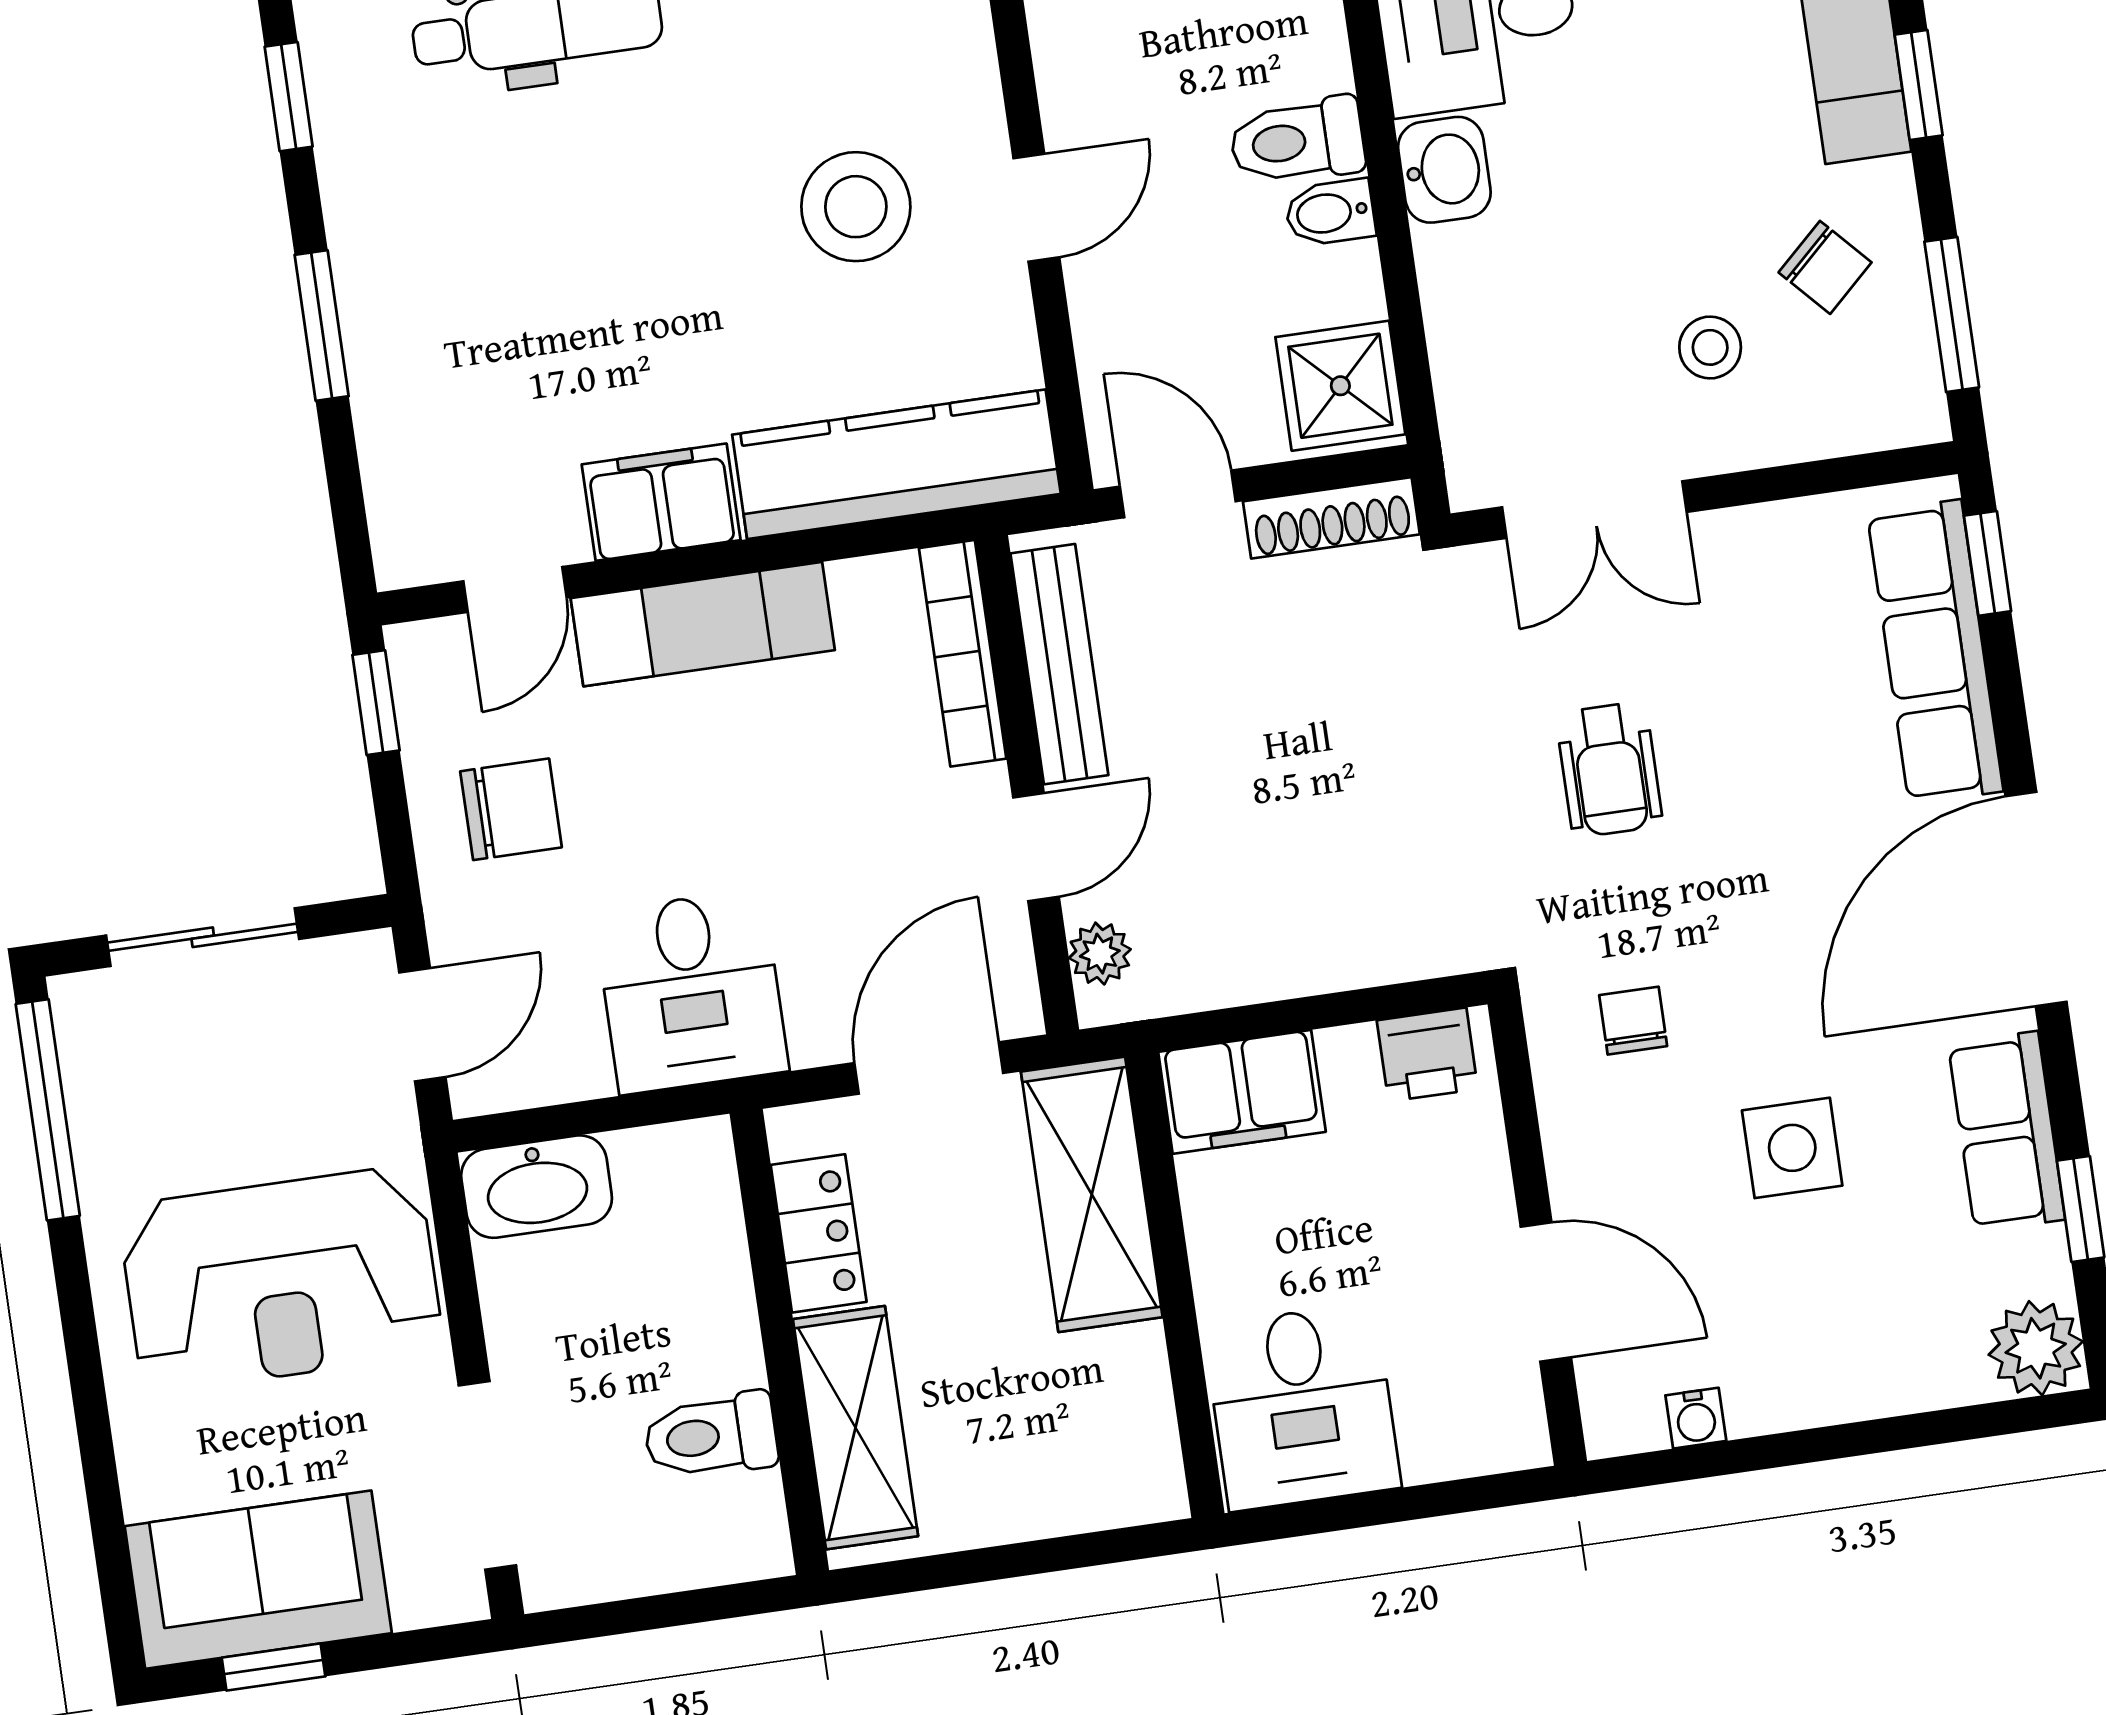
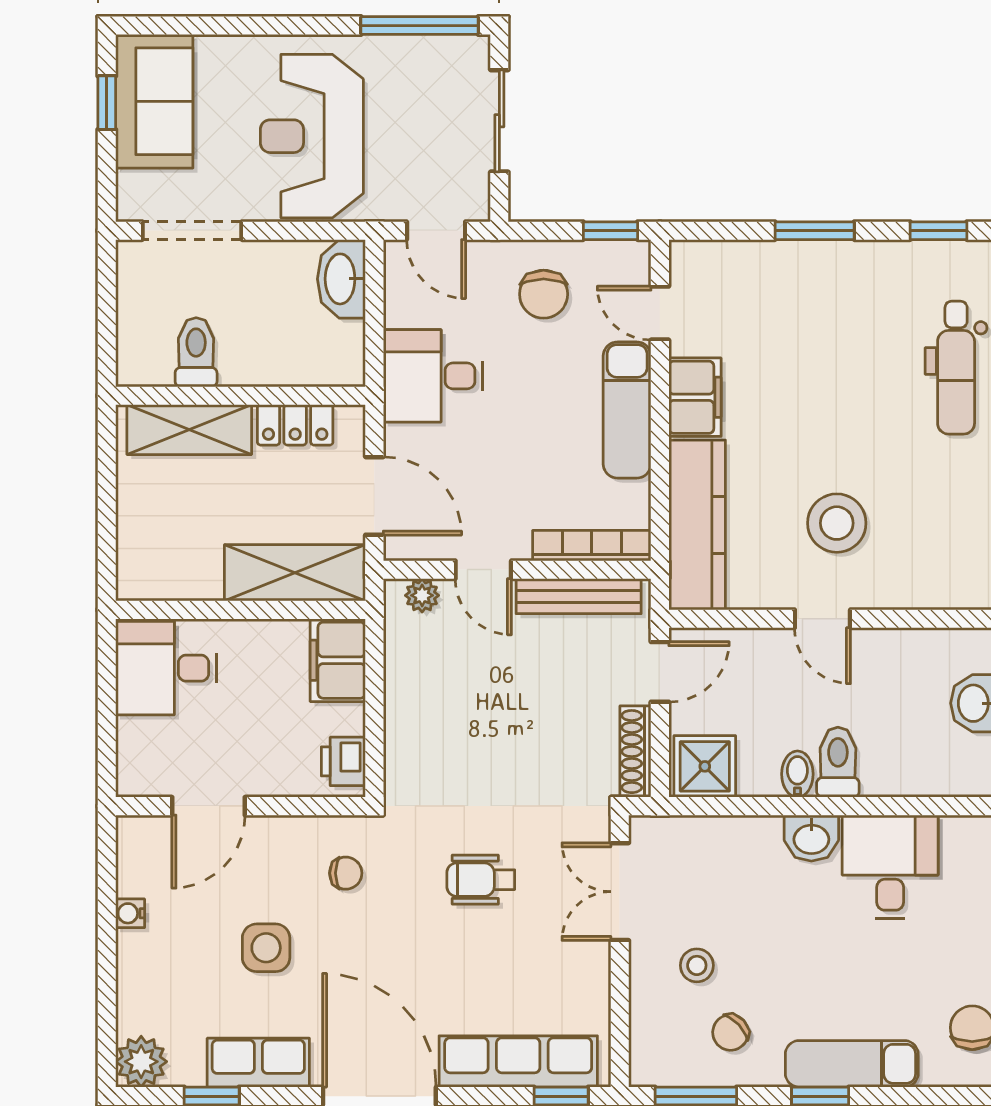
water cooler: (1696, 1418) -> (130, 913), moved

